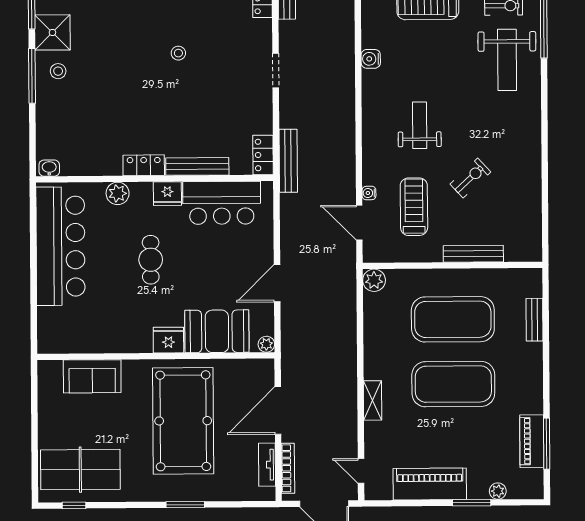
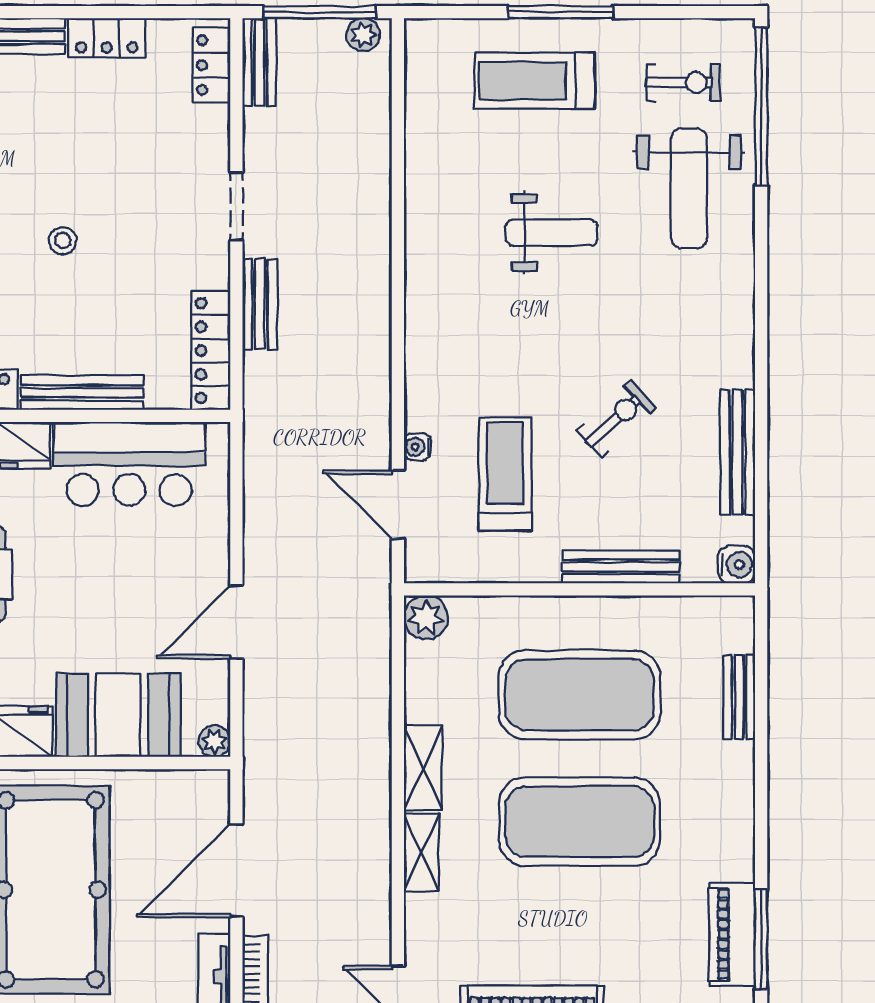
stool: (178, 53) -> (63, 241), moved
water cooler: (371, 59) -> (737, 565), moved, turned 180
weight bench: (420, 125) -> (552, 233), moved, turned 90
locker: (263, 155) -> (211, 351), width x1.53
bench: (288, 161) -> (260, 304), moved, width x0.73
bench: (533, 195) -> (738, 452), added
shelving: (373, 357) -> (423, 768), added

